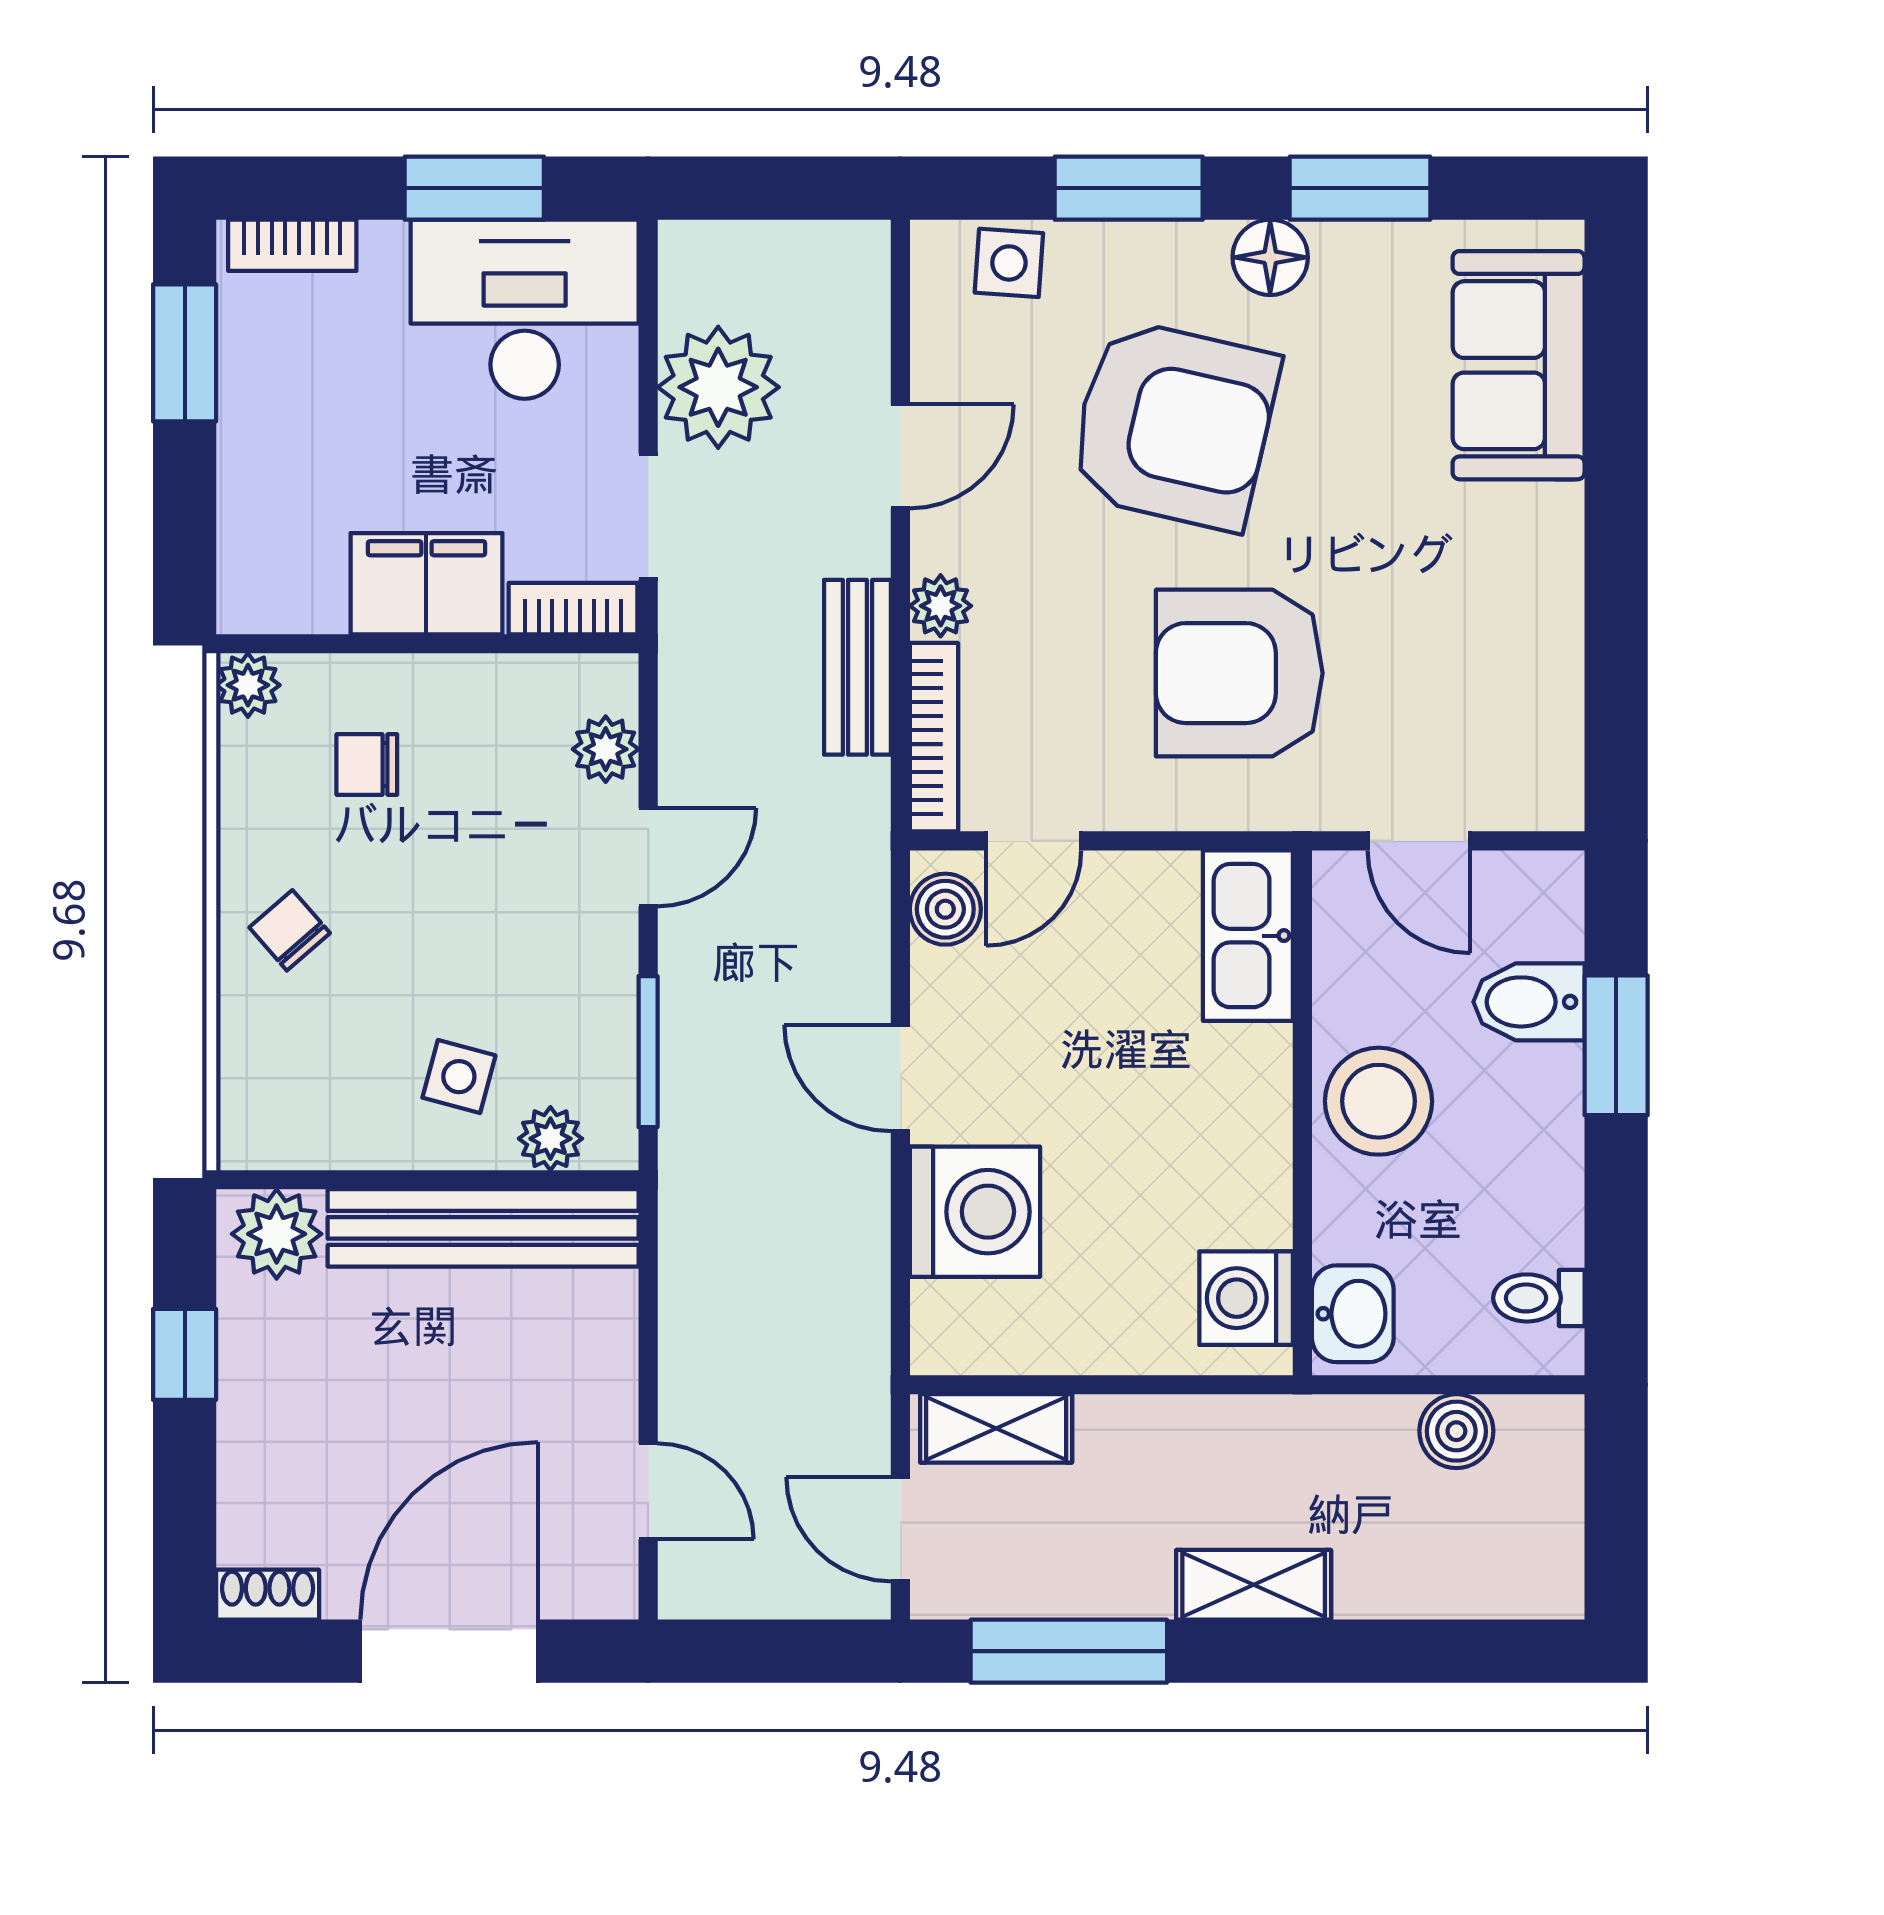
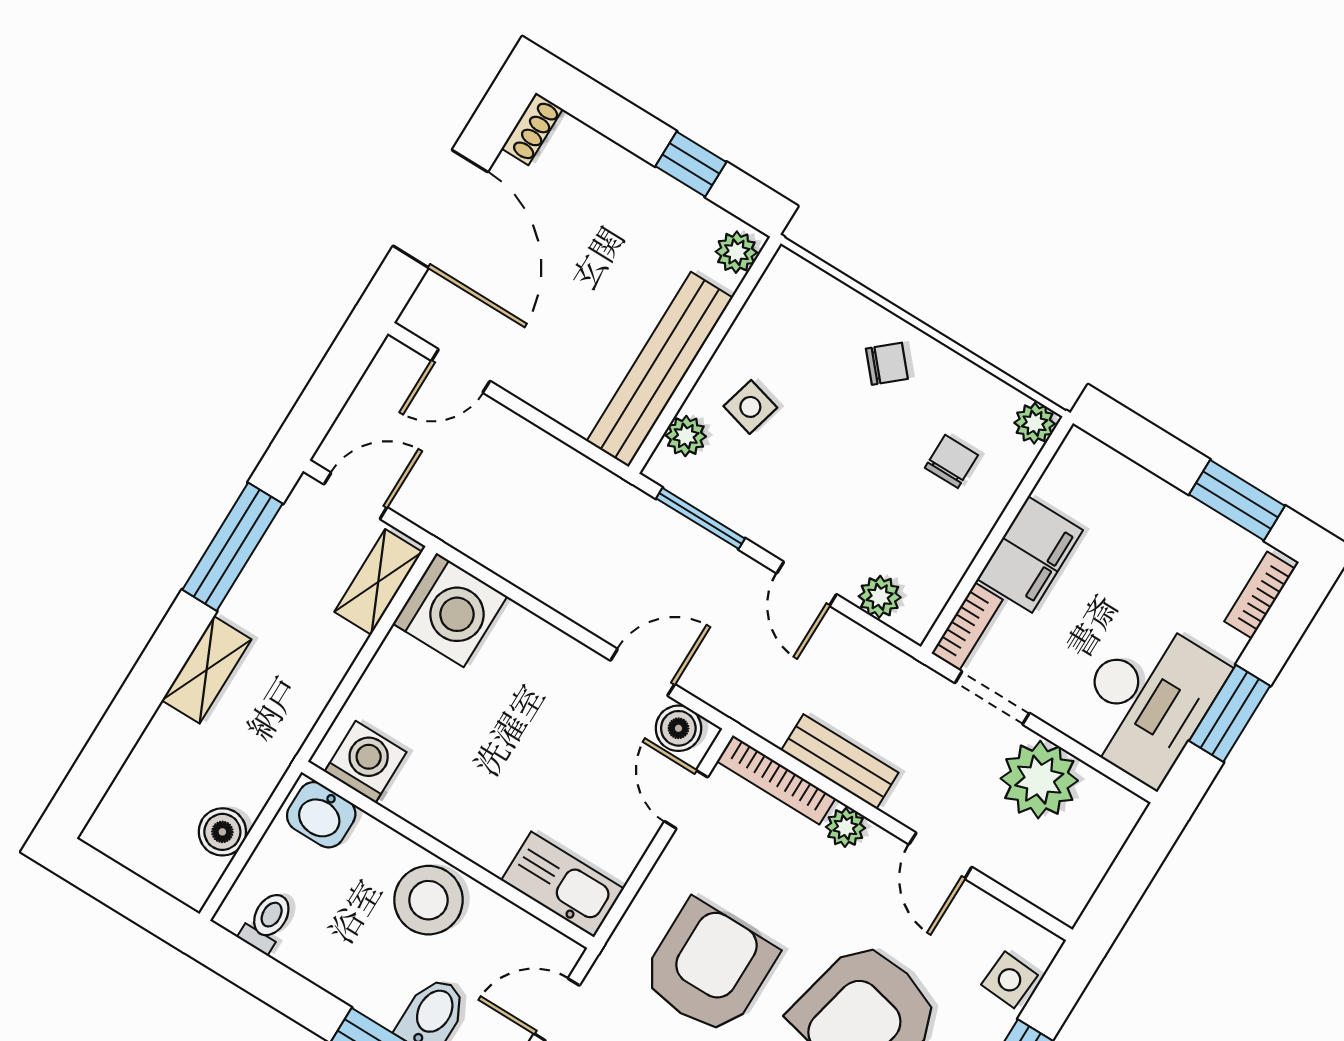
door: (900, 1078) -> (643, 672), moved
washing machine: (975, 1212) -> (450, 610), moved, turned -90
plant: (277, 1234) -> (736, 252), width x0.73, depth x0.73

